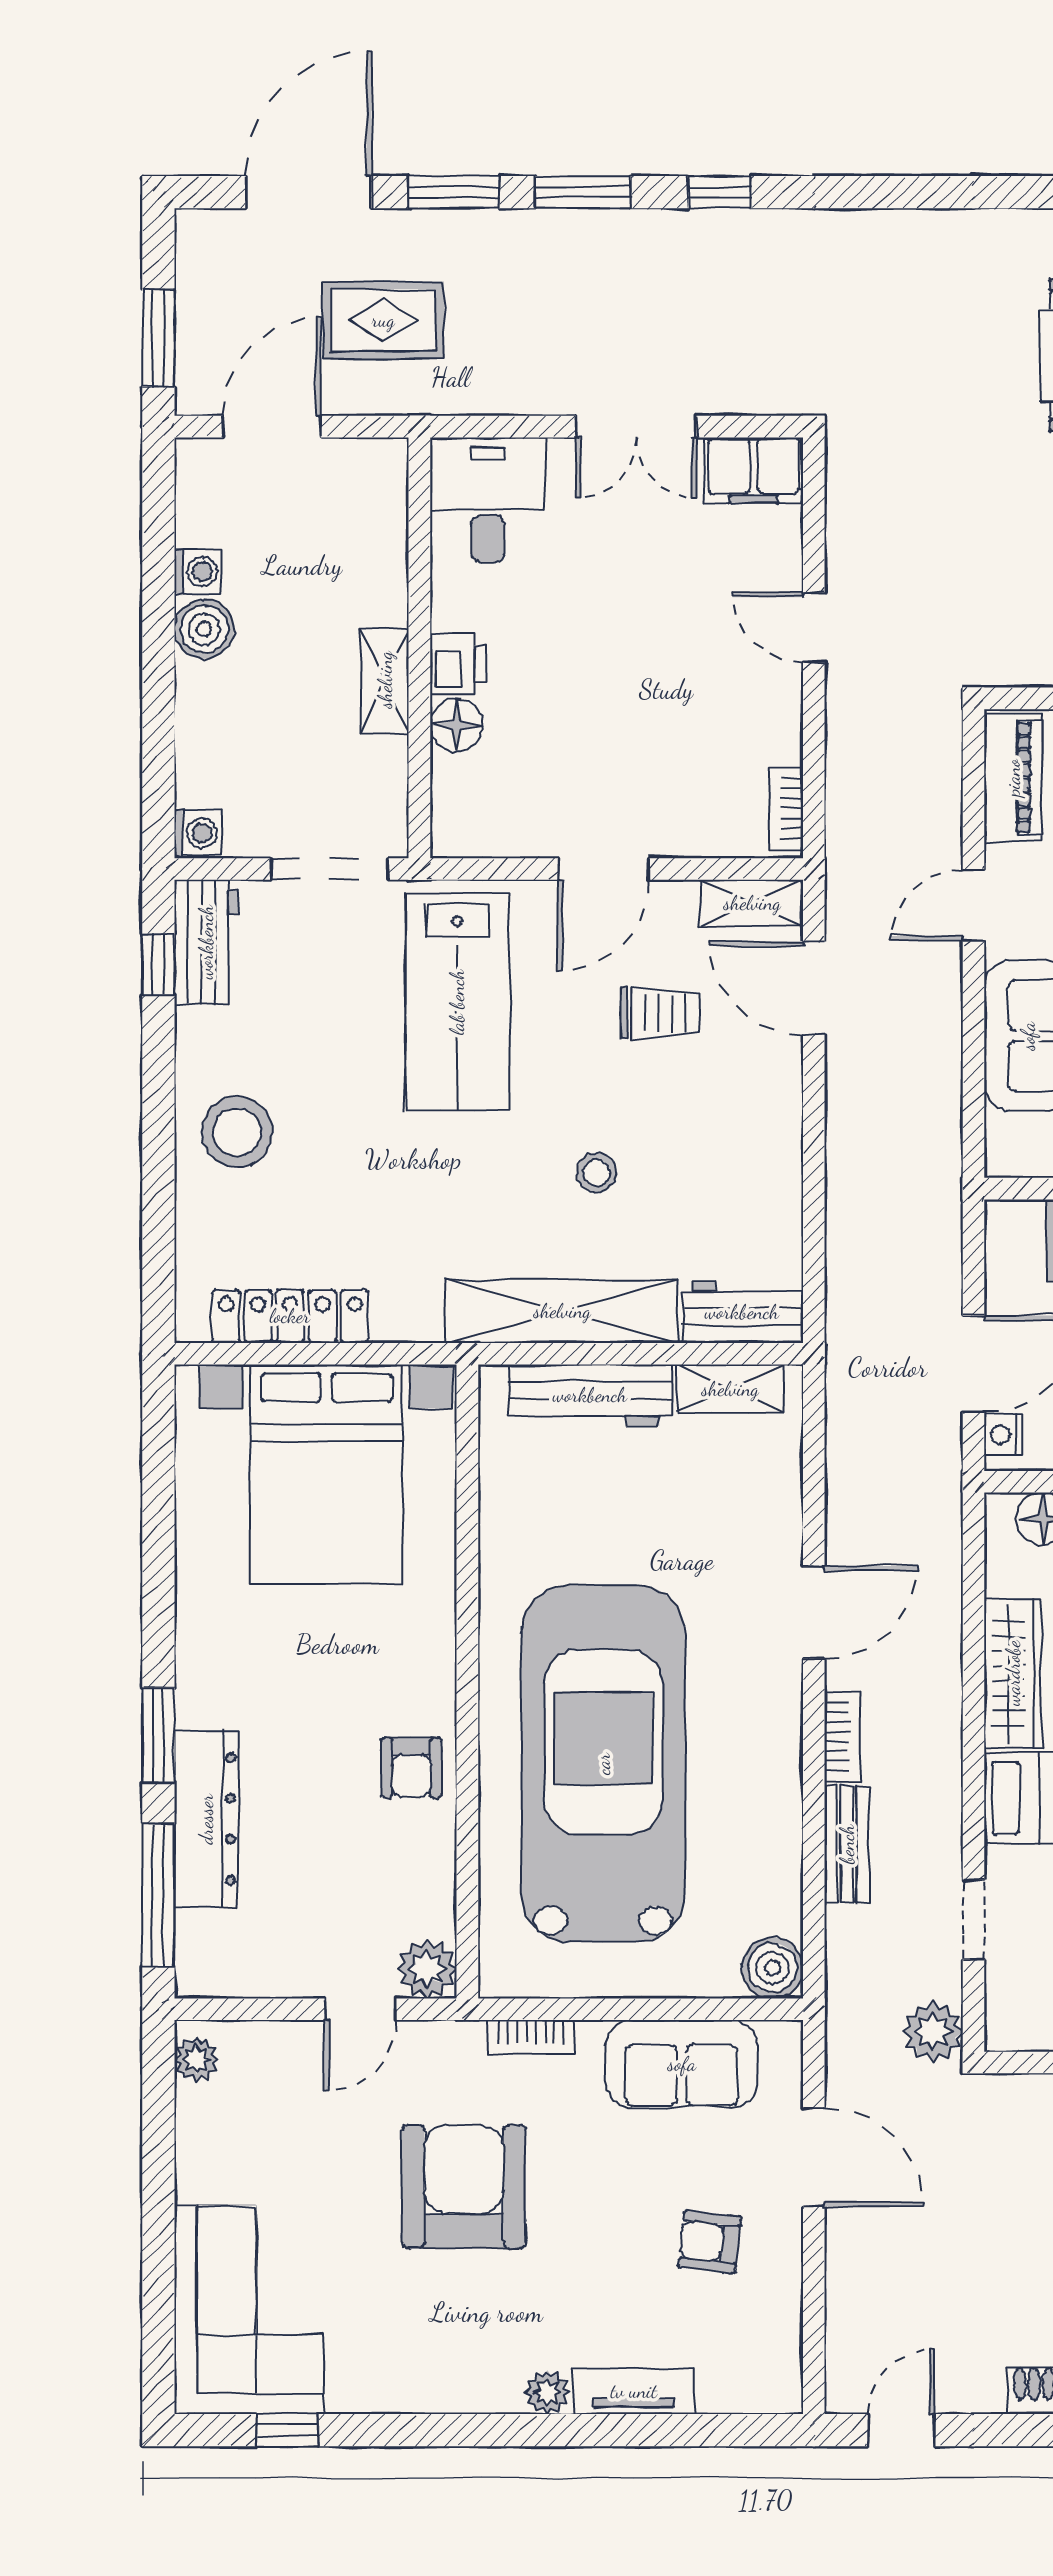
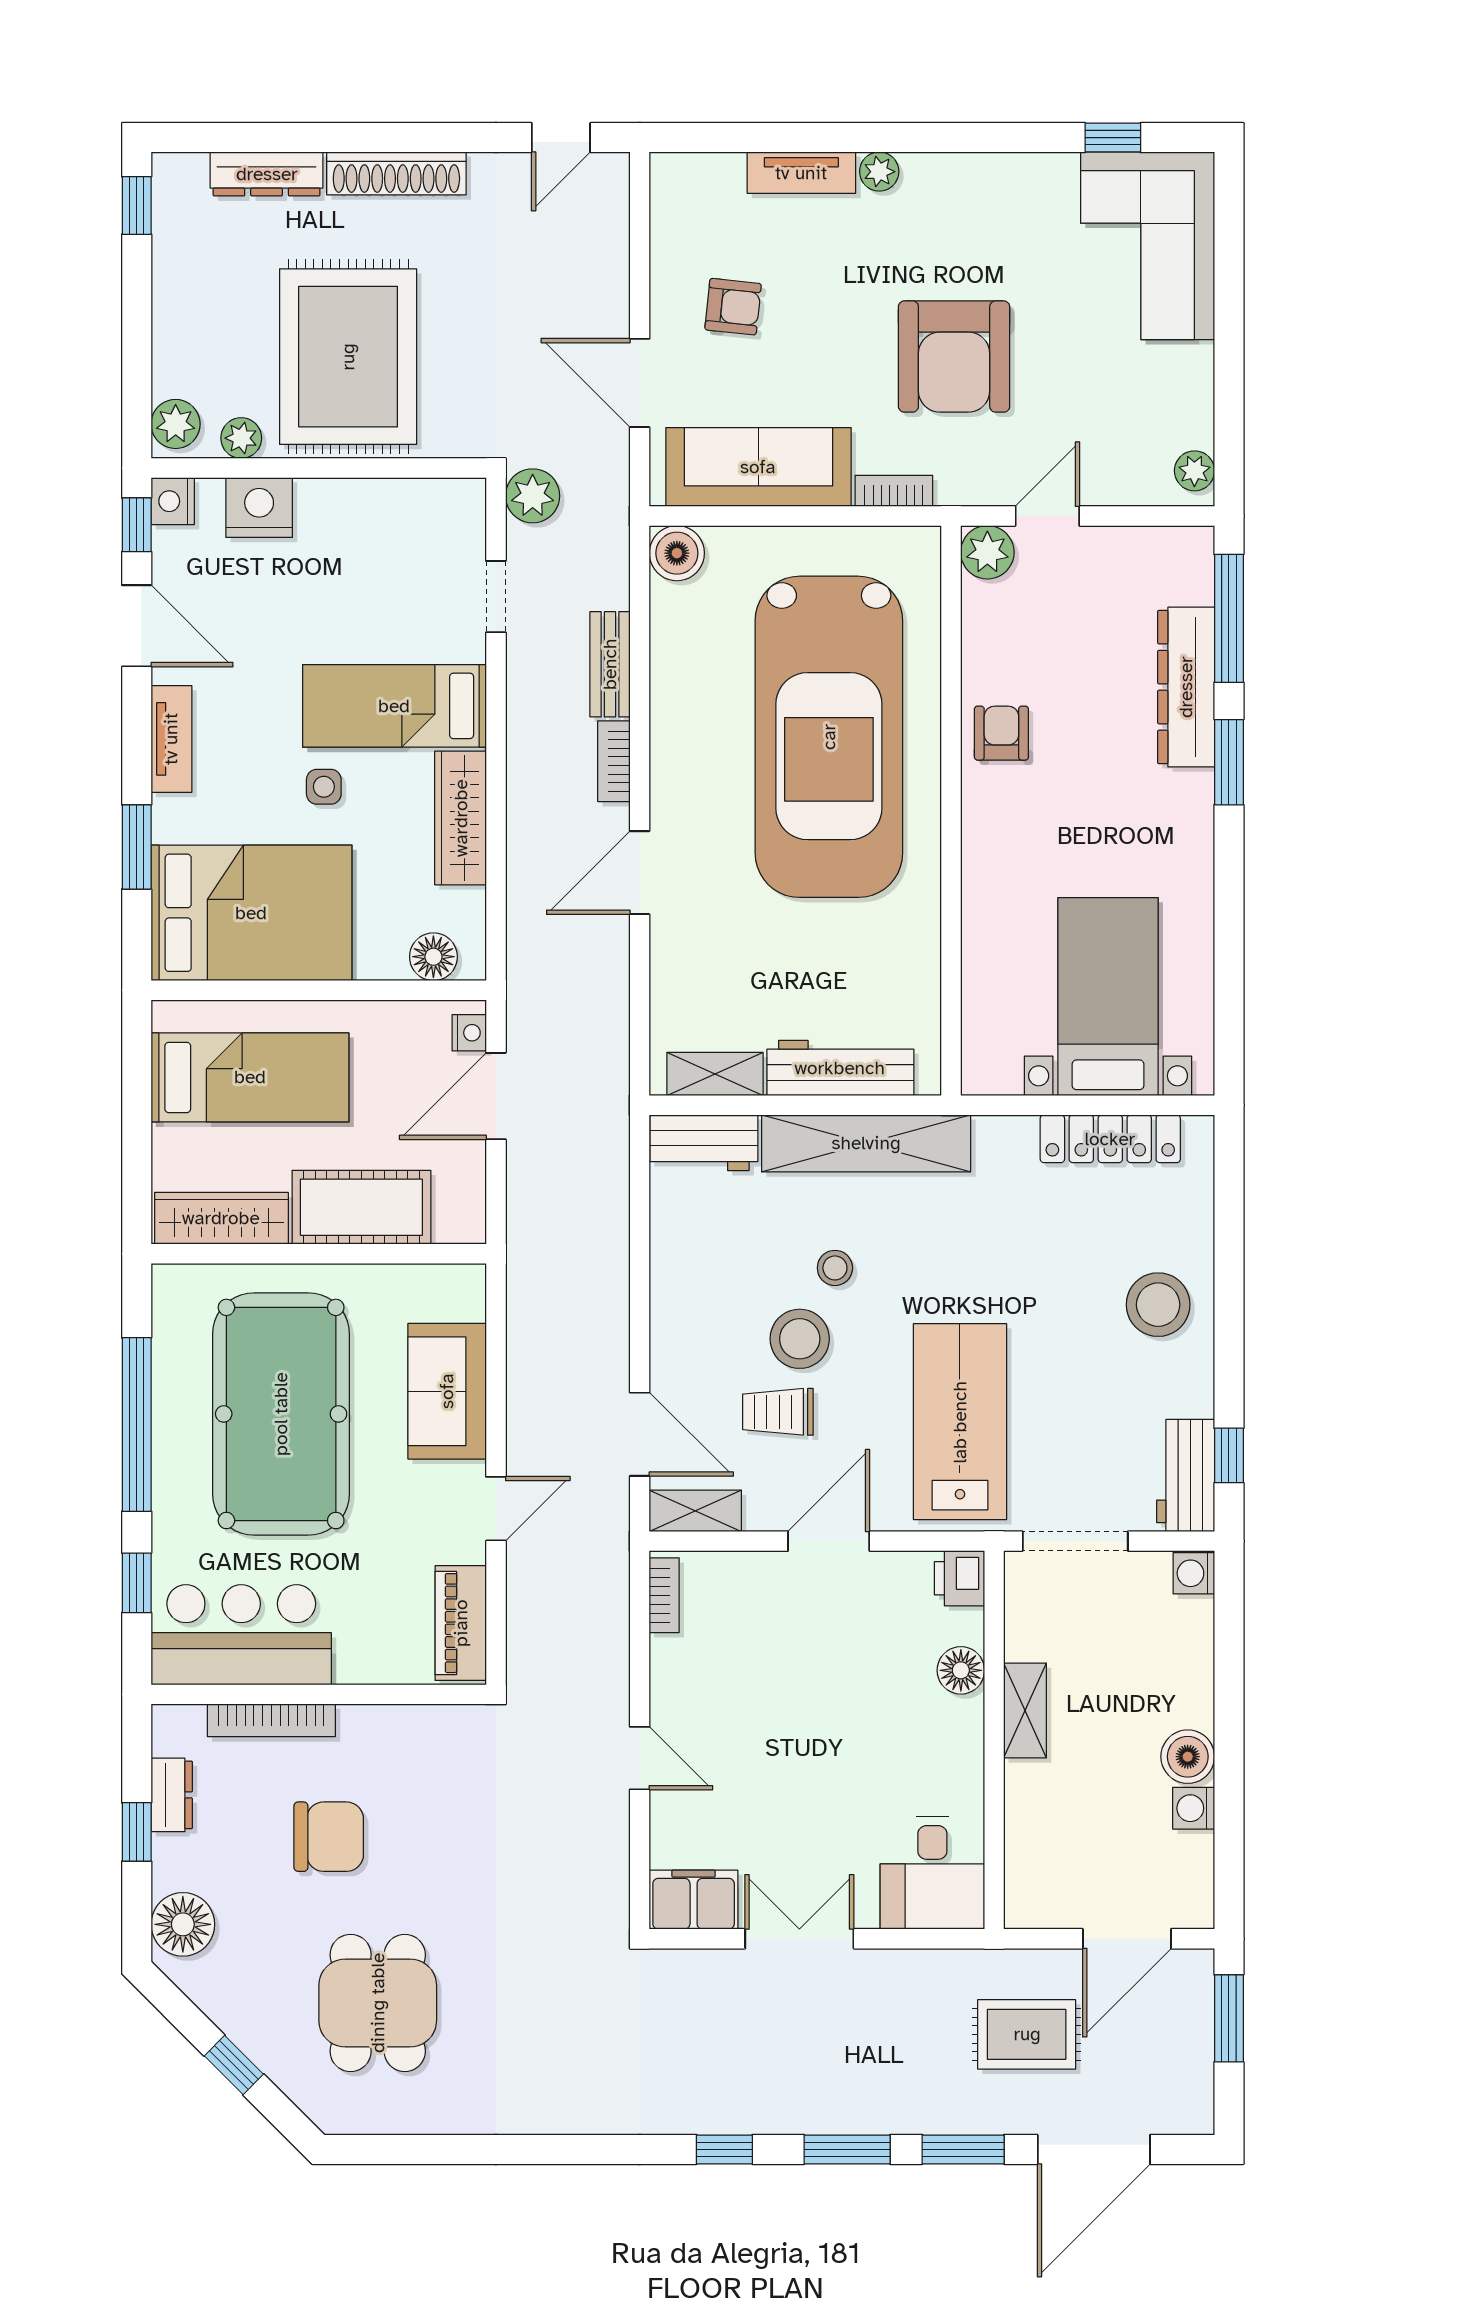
printer: (458, 664) -> (959, 1578), moved
stool: (636, 1094) -> (800, 1339), added
bed with nightstands: (326, 1475) -> (1108, 997), width x0.73
sofa: (682, 2064) -> (758, 467), width x1.36

